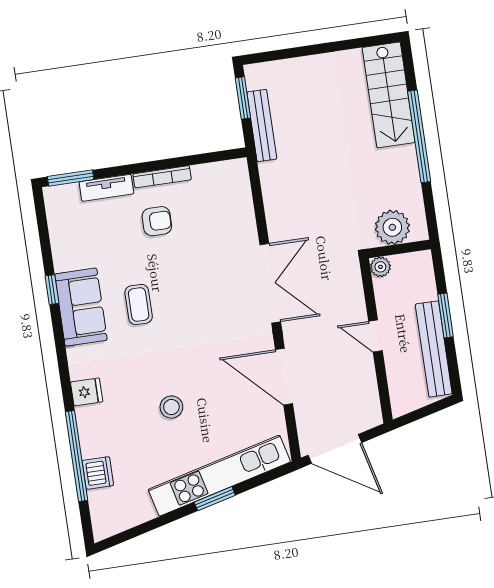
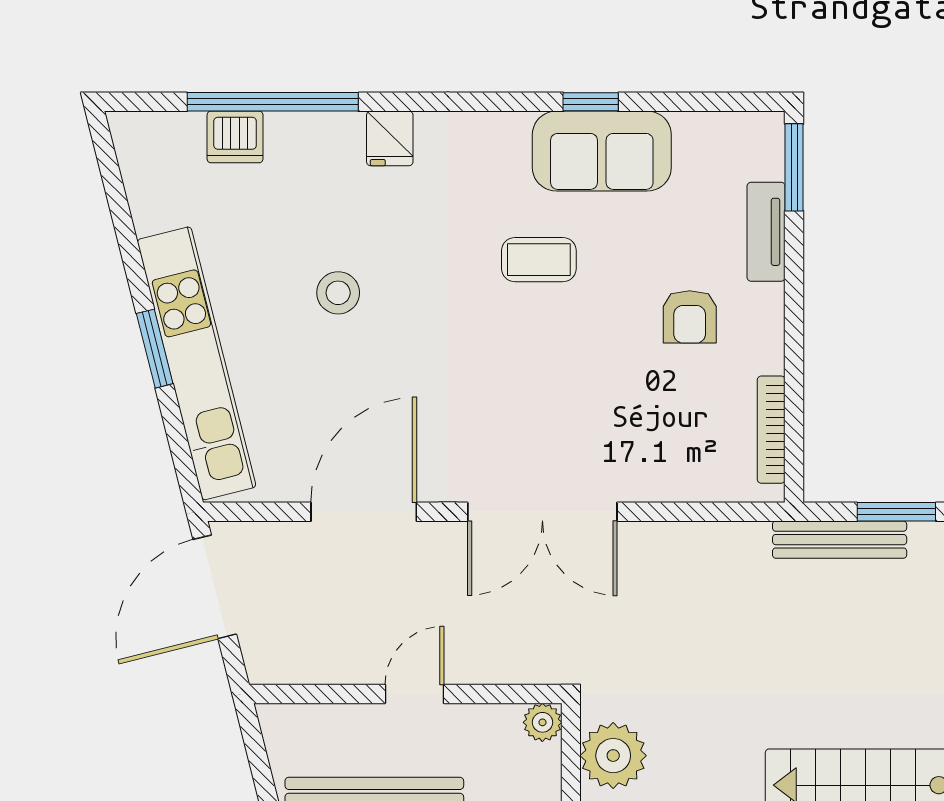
bookcase: (162, 177) -> (771, 430), moved
sofa: (81, 307) -> (602, 151), moved

